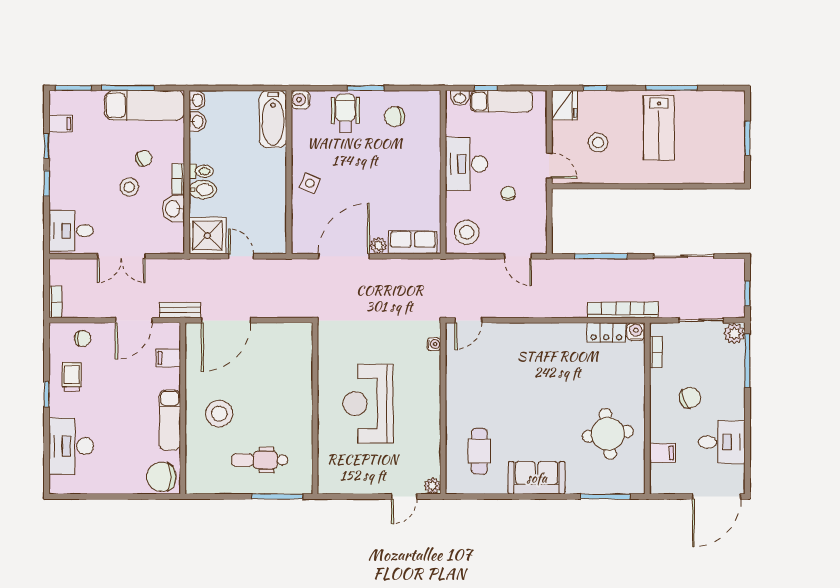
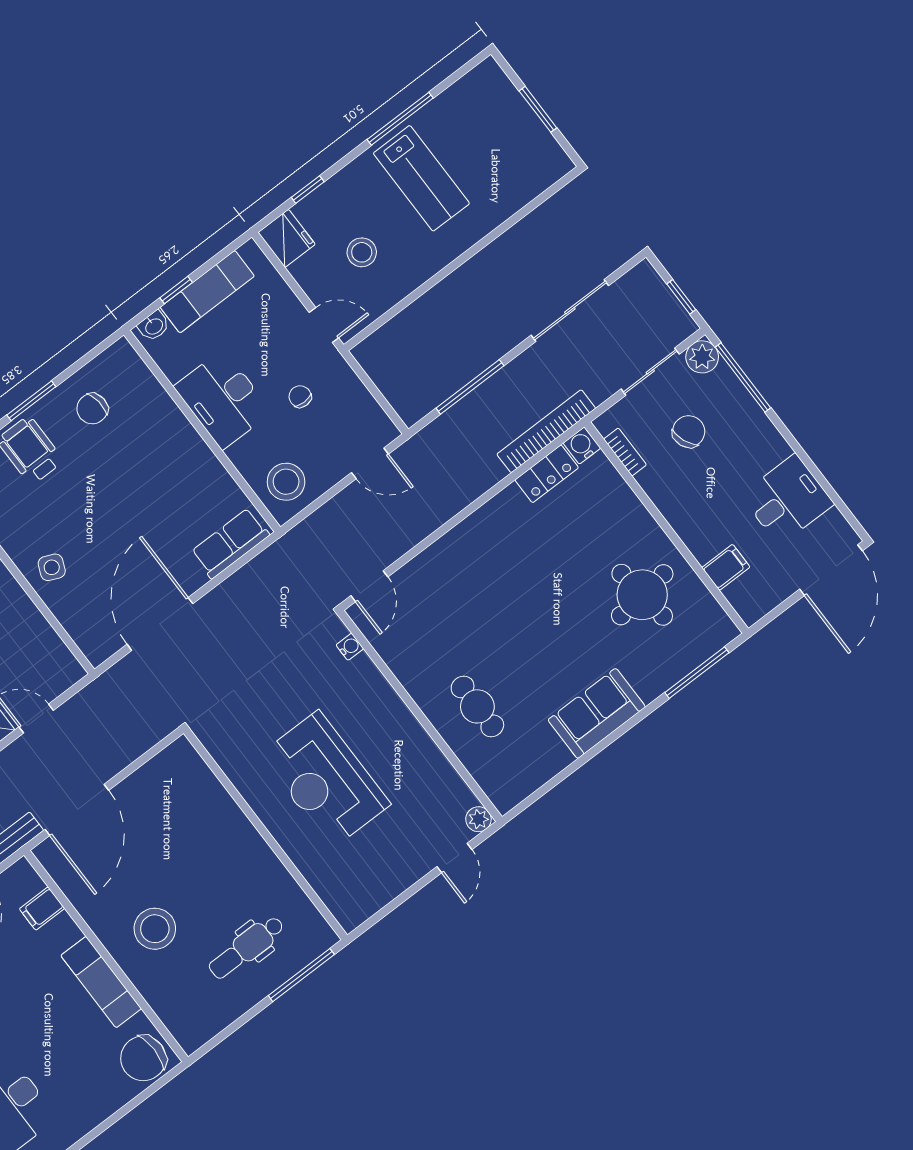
plant: (378, 245) -> (192, 579), removed
chair: (690, 398) -> (689, 432), moved
cafe table: (479, 451) -> (477, 706), moved

